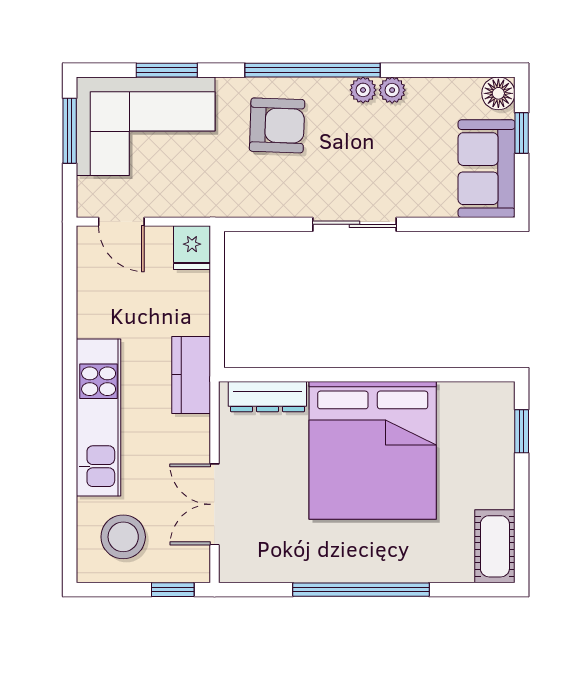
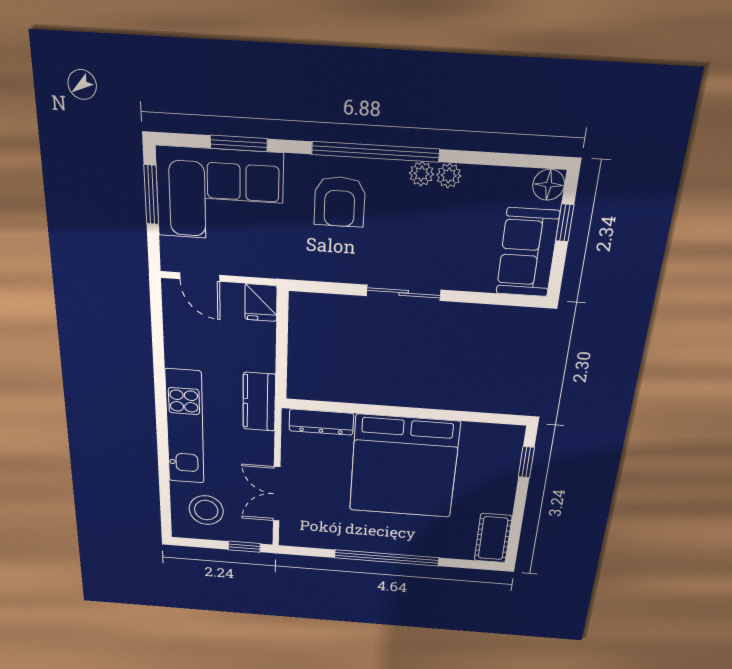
armchair: (277, 125) -> (340, 202), turned 88

